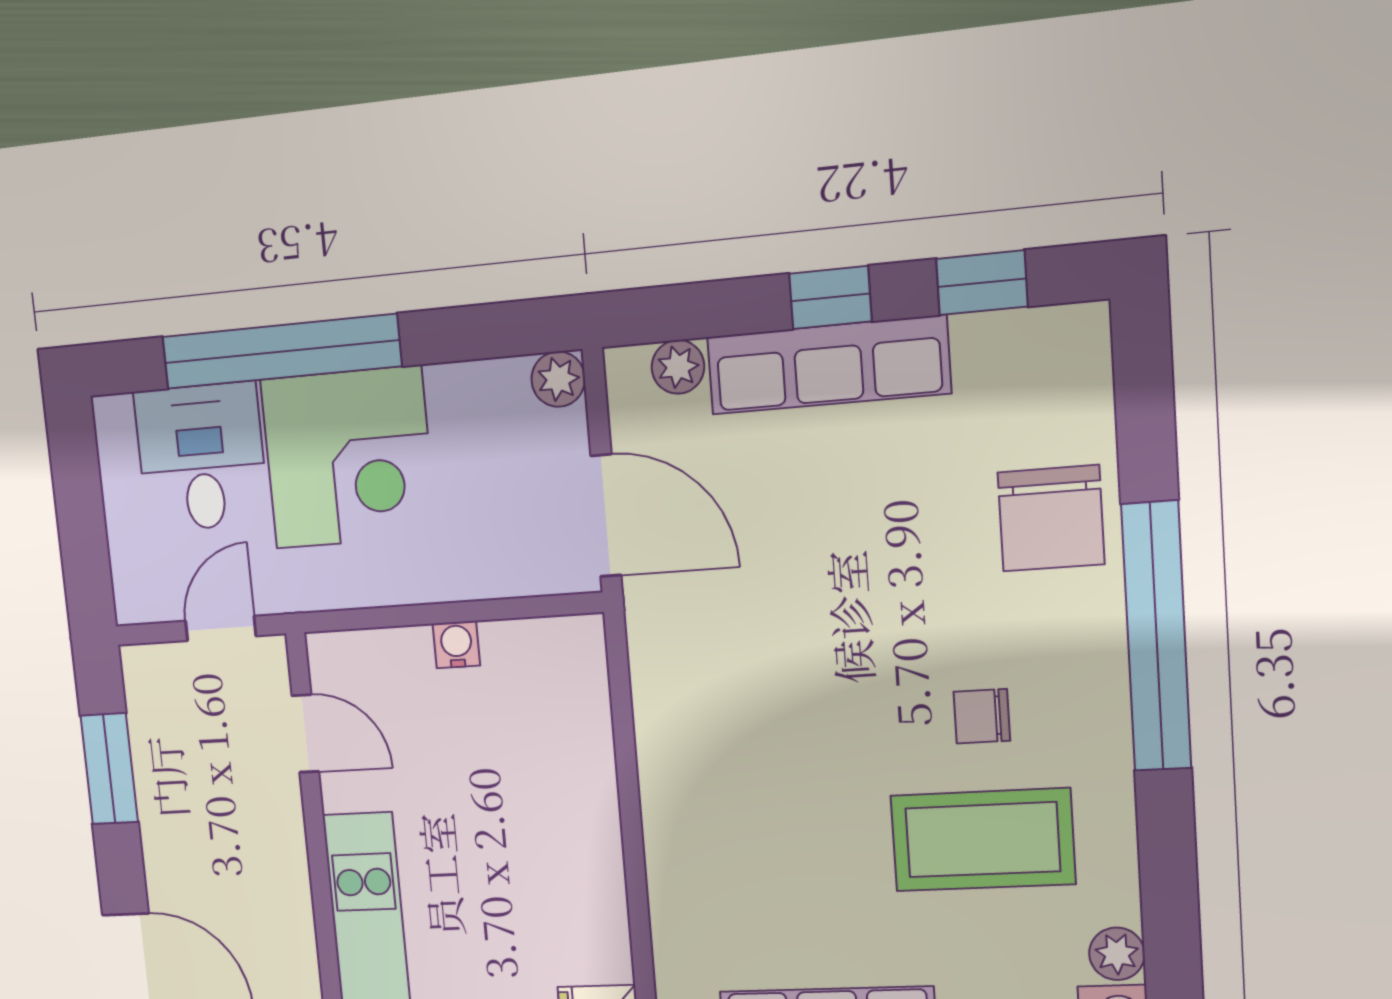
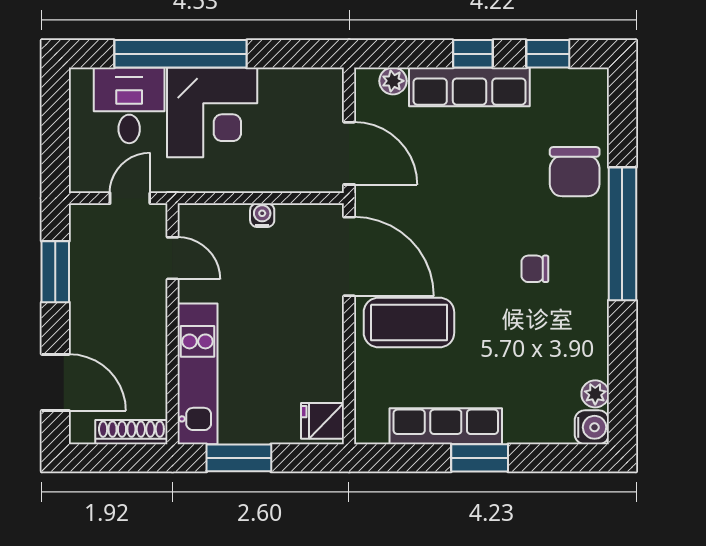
plant: (558, 379) -> (330, 82), removed
door: (622, 712) -> (349, 256), added
coffee table: (983, 840) -> (409, 323), moved

